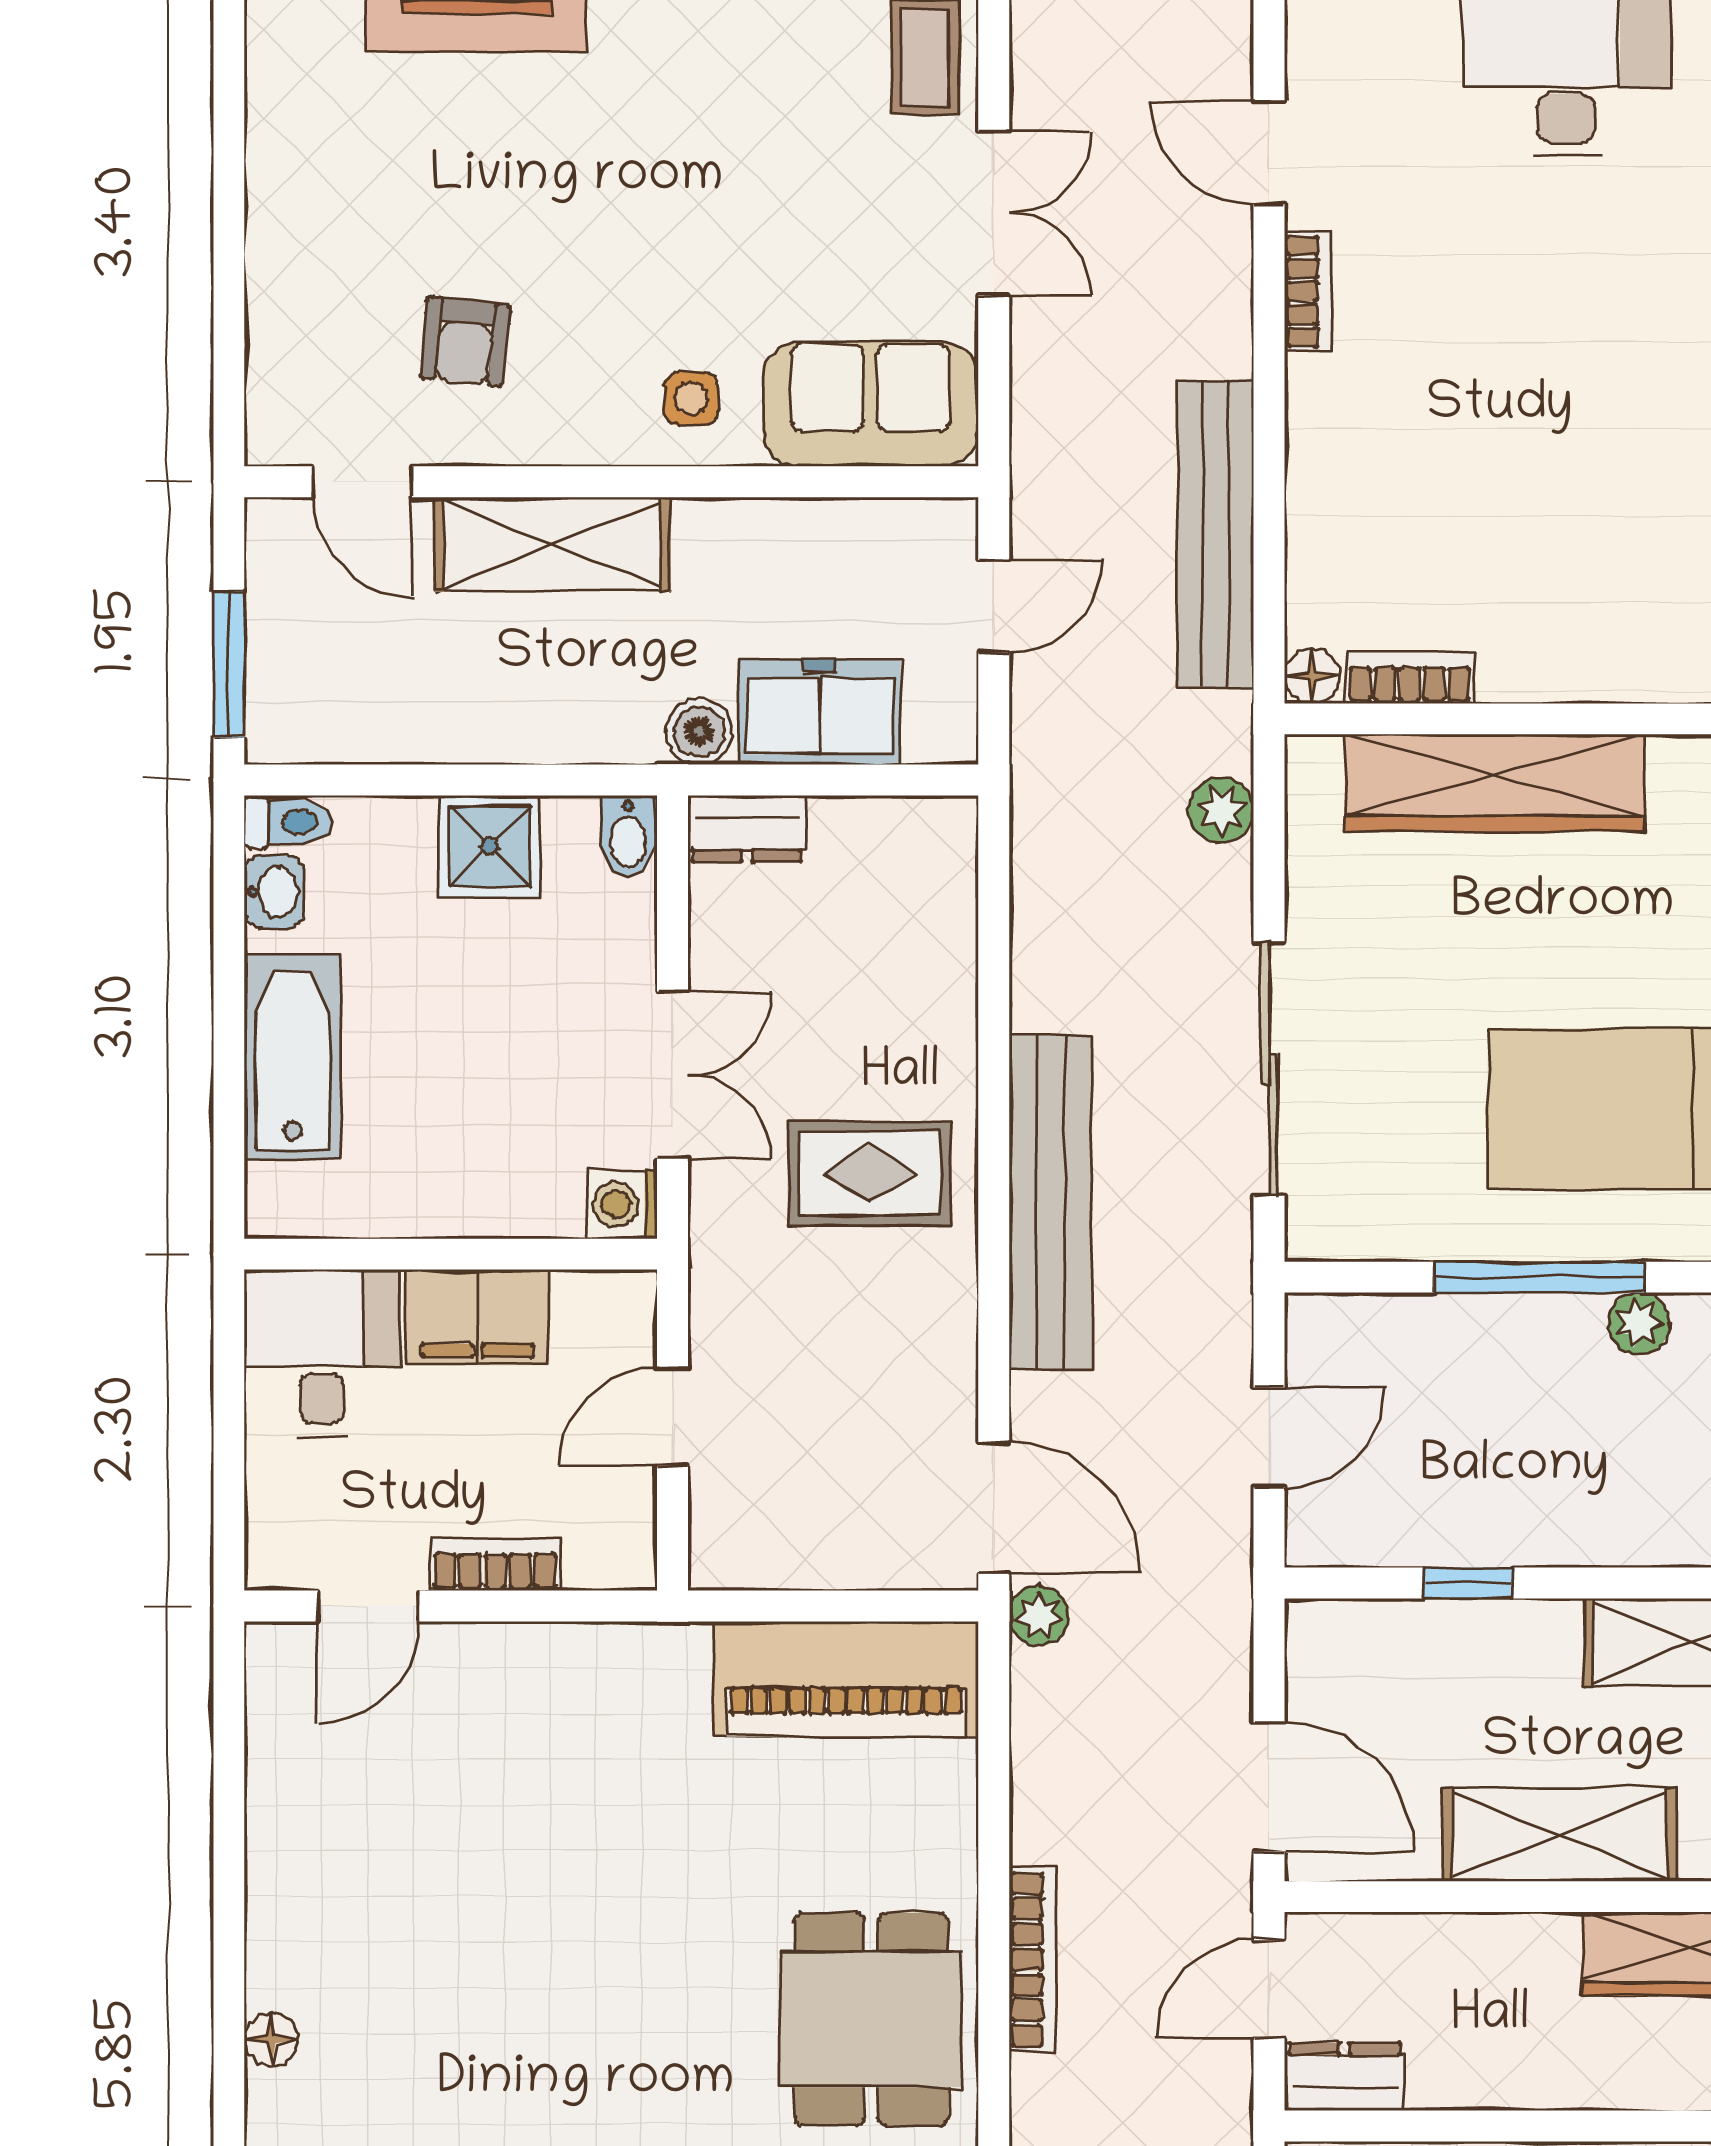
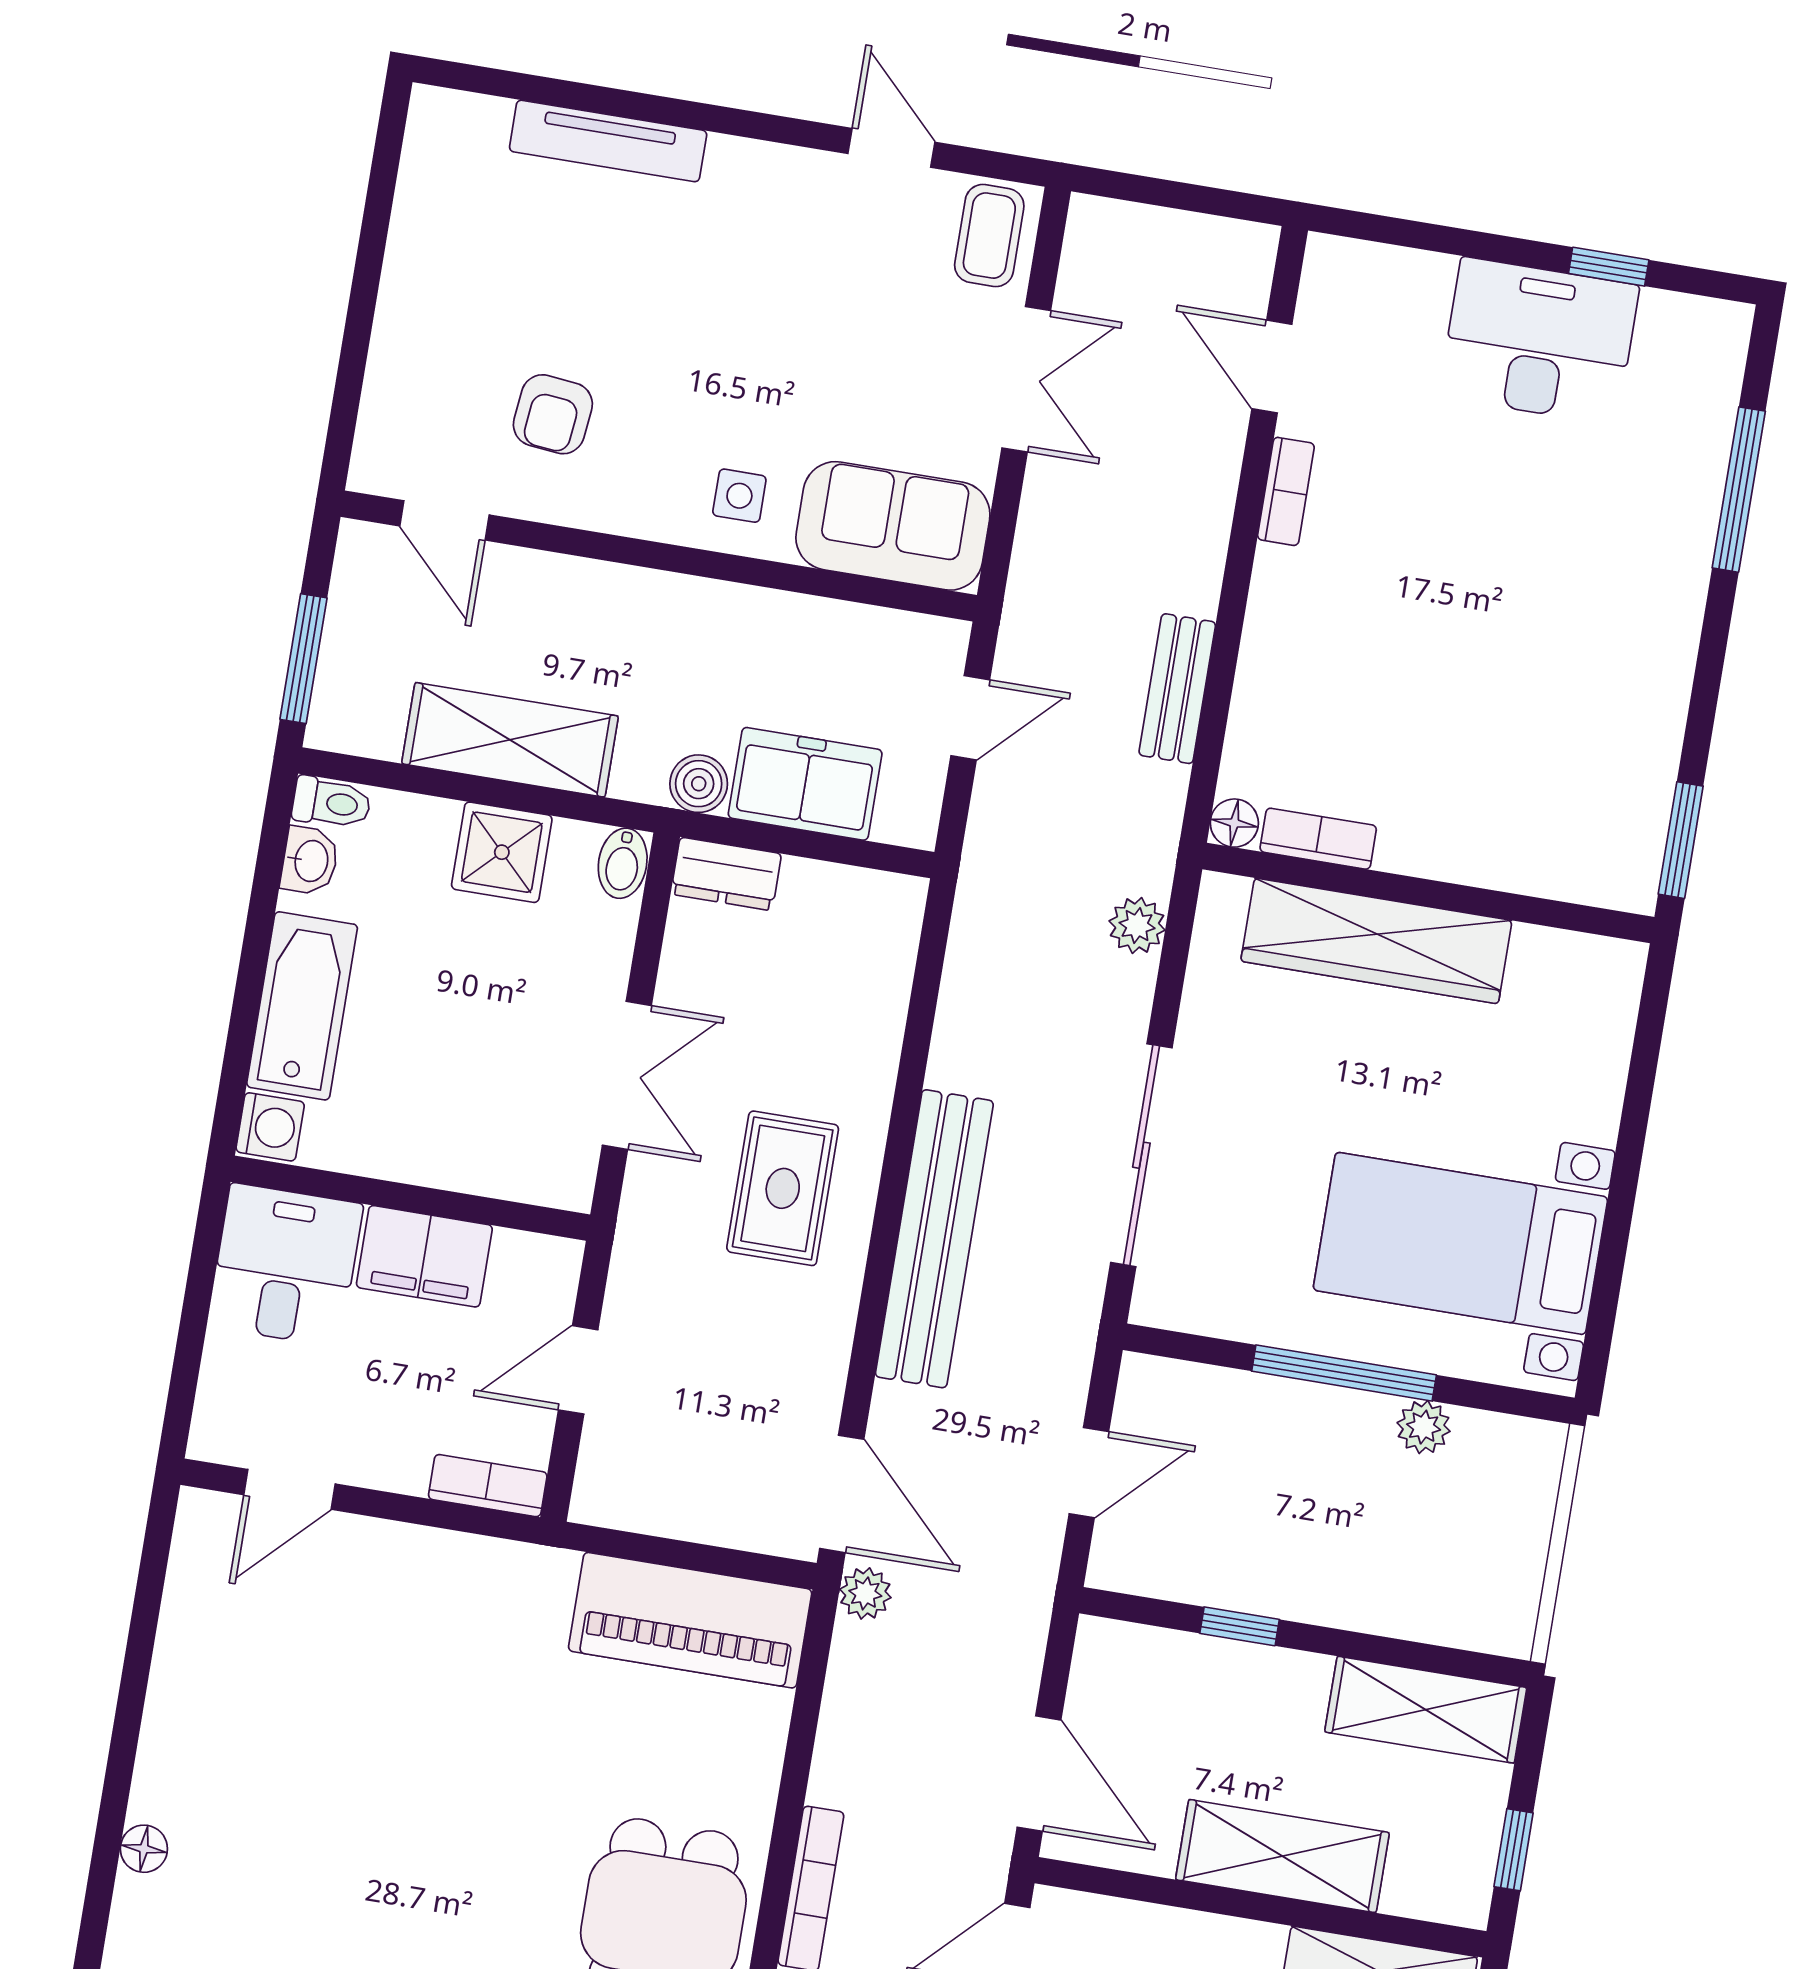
bench: (1216, 535) -> (1177, 689), width x0.54, depth x0.82
shelving: (552, 544) -> (510, 740), moved
rug: (870, 1173) -> (783, 1188), turned 90
washing machine: (623, 1204) -> (270, 1127), moved, turned 180
bookcase: (495, 1565) -> (488, 1486), moved

